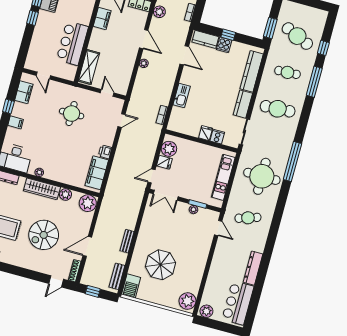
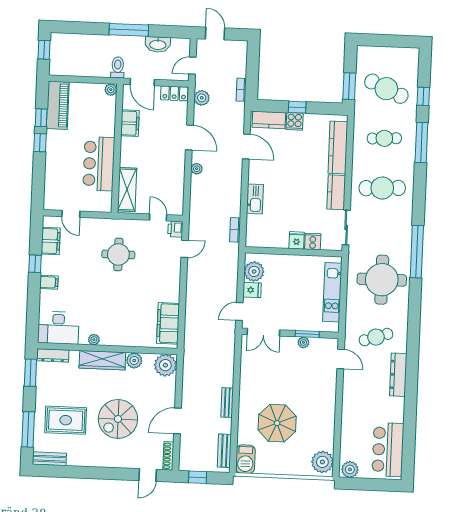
printer: (105, 152) -> (175, 229), moved
dresser: (253, 268) -> (398, 375), moved

